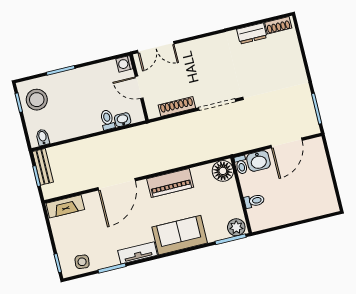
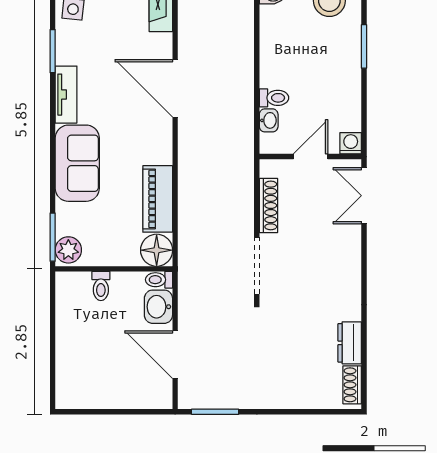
piano: (170, 183) -> (158, 199), moved

